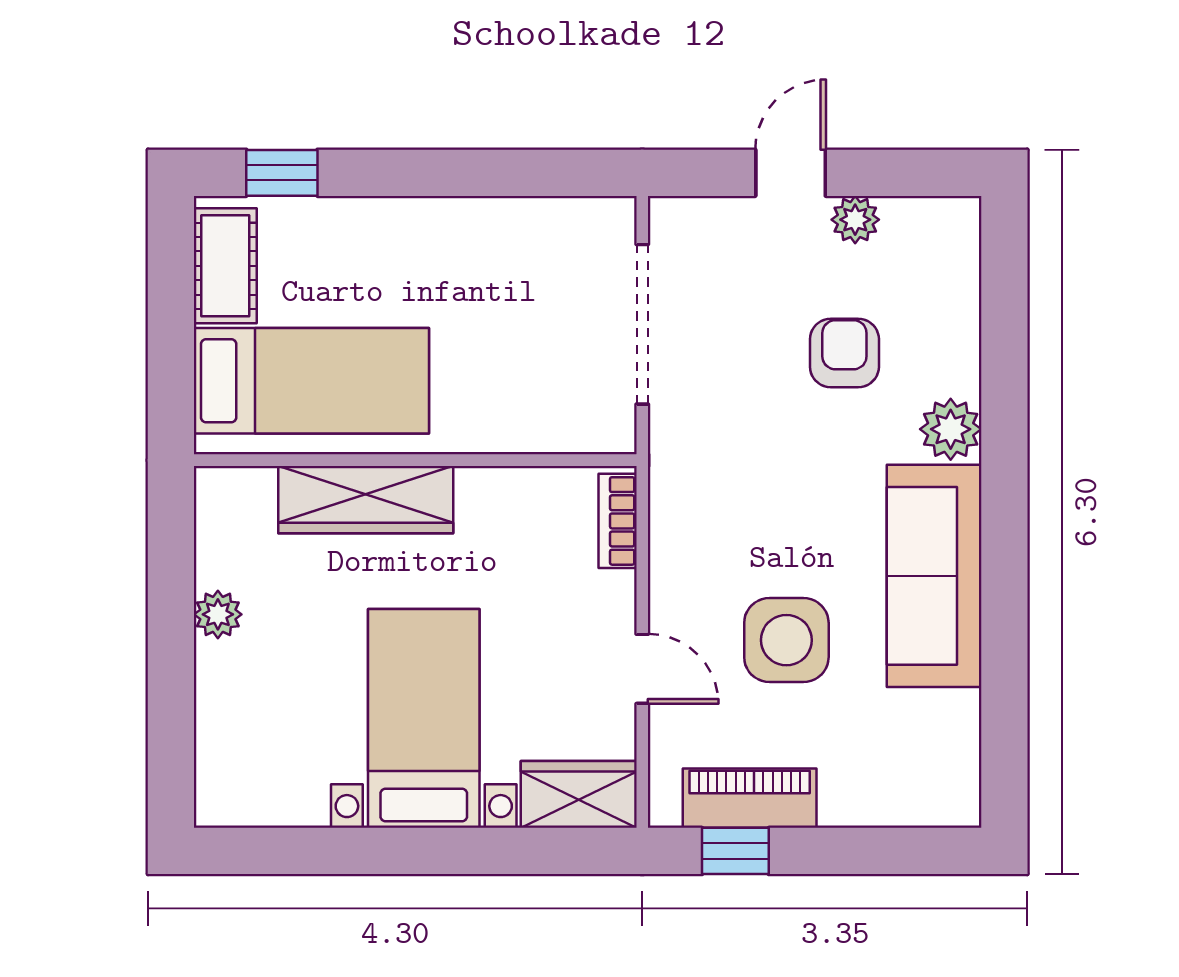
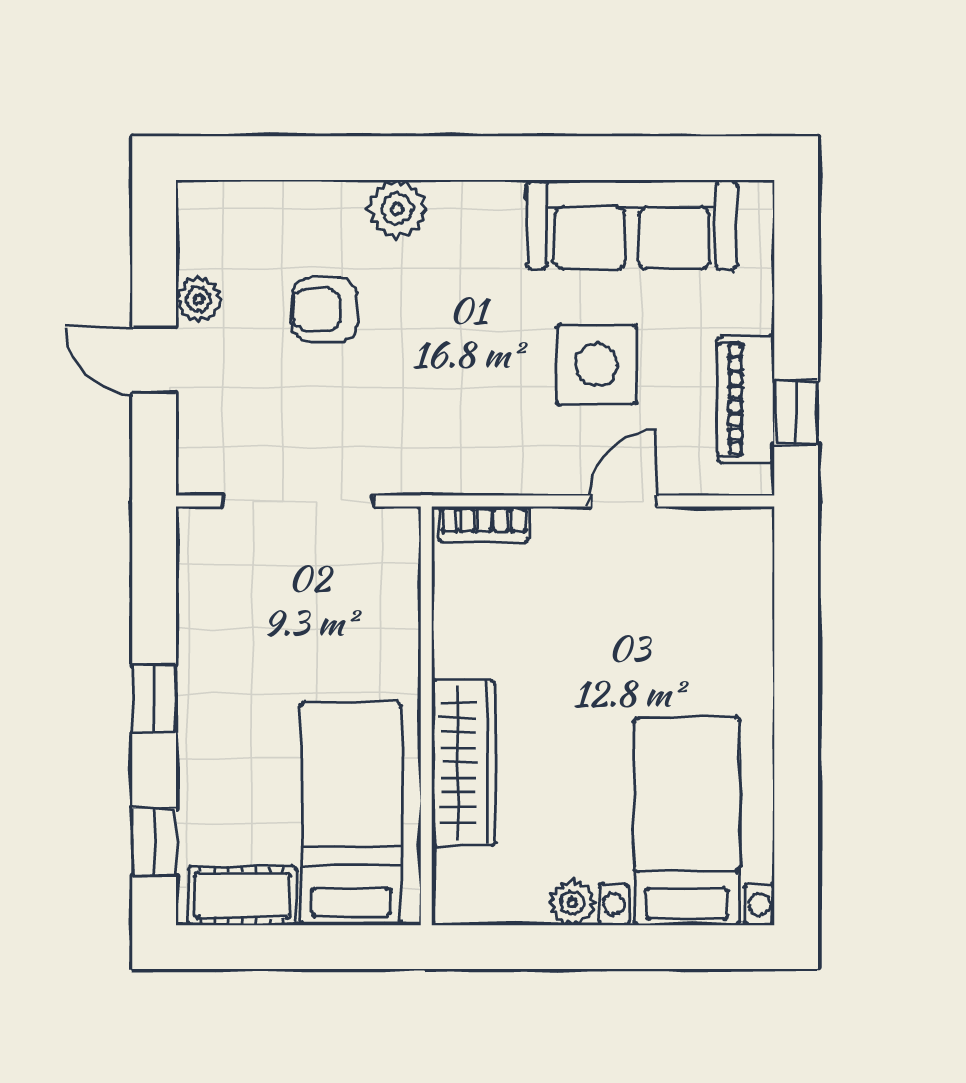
window: (434, 173) -> (154, 698), added
sofa: (934, 576) -> (632, 225), moved
bed with nightstands: (424, 718) -> (687, 822), moved, turned 90
wardrobe: (579, 794) -> (743, 561), removed

